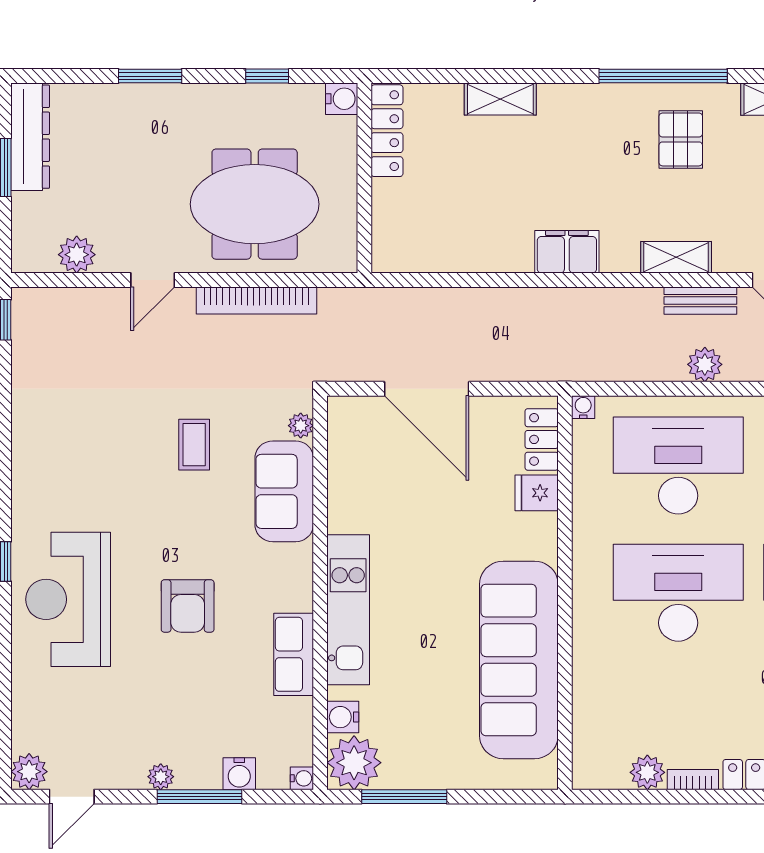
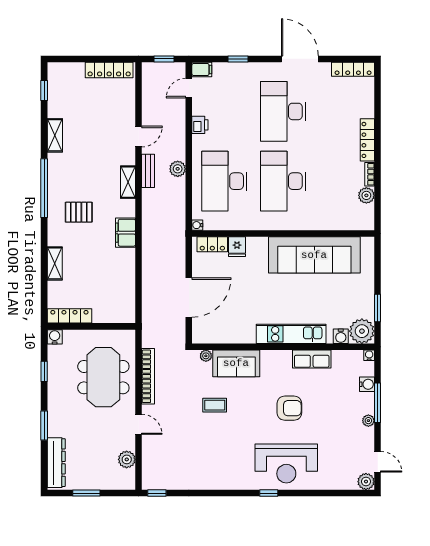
dresser: (30, 137) -> (56, 463), moved, turned 90
pallet: (681, 139) -> (79, 212), moved
window: (404, 797) -> (378, 308), width x0.69

